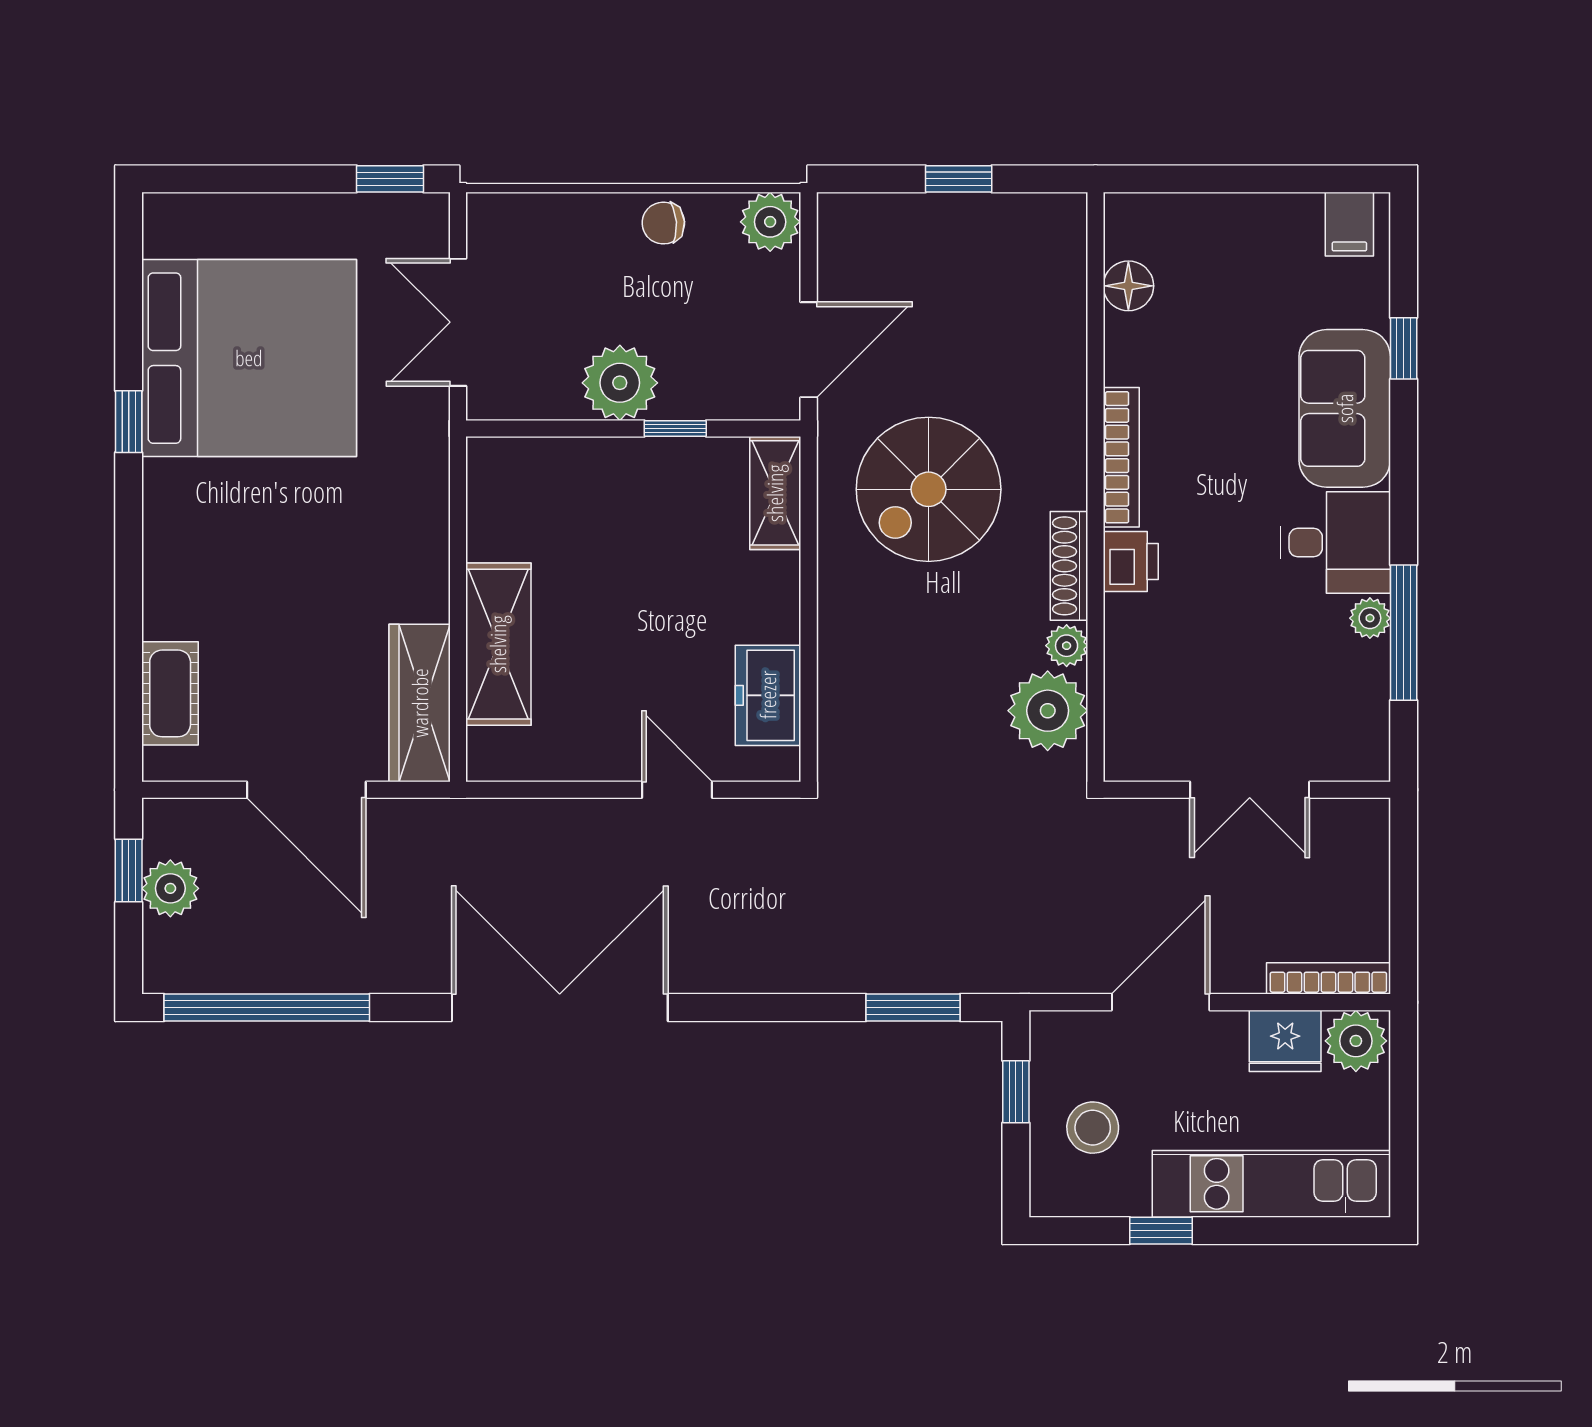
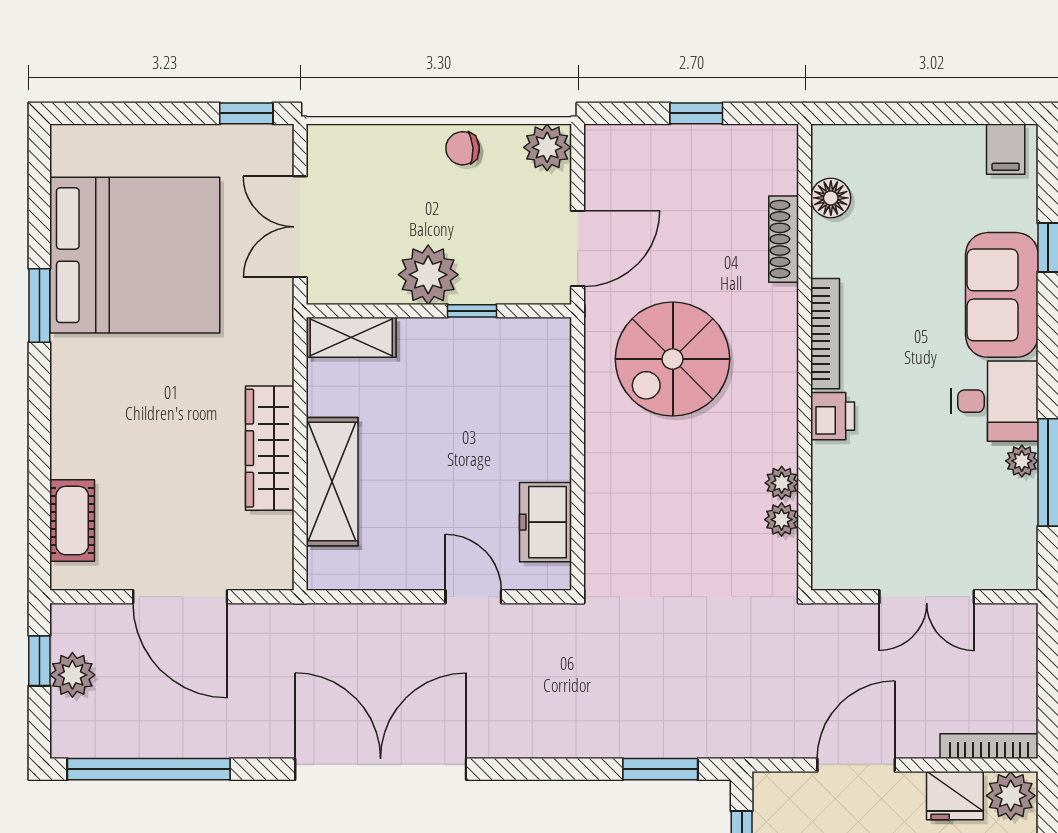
window: (129, 422) -> (39, 306), width x1.50
shelving: (775, 493) -> (351, 337), moved, turned 90
shoe rack: (1069, 566) -> (784, 239), moved
wardrobe: (420, 703) -> (270, 448), moved
plant: (1048, 711) -> (782, 520), width x0.53, depth x0.53

